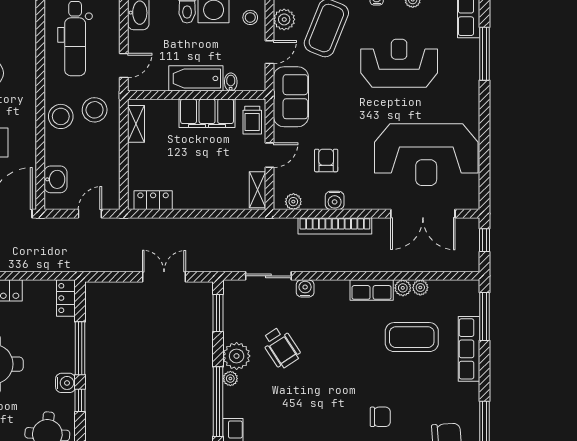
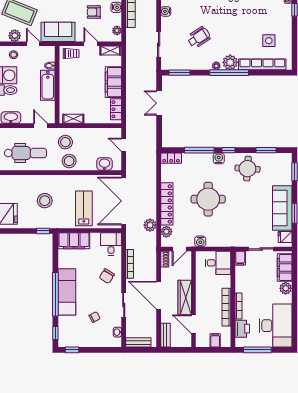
filing cabinet: (207, 113) -> (113, 82), moved, turned 180
water cooler: (305, 288) -> (166, 11), moved
plant: (237, 356) -> (230, 62), moved

